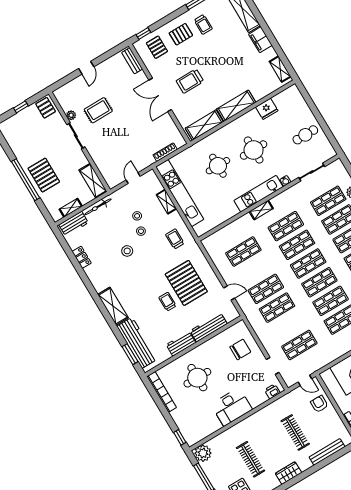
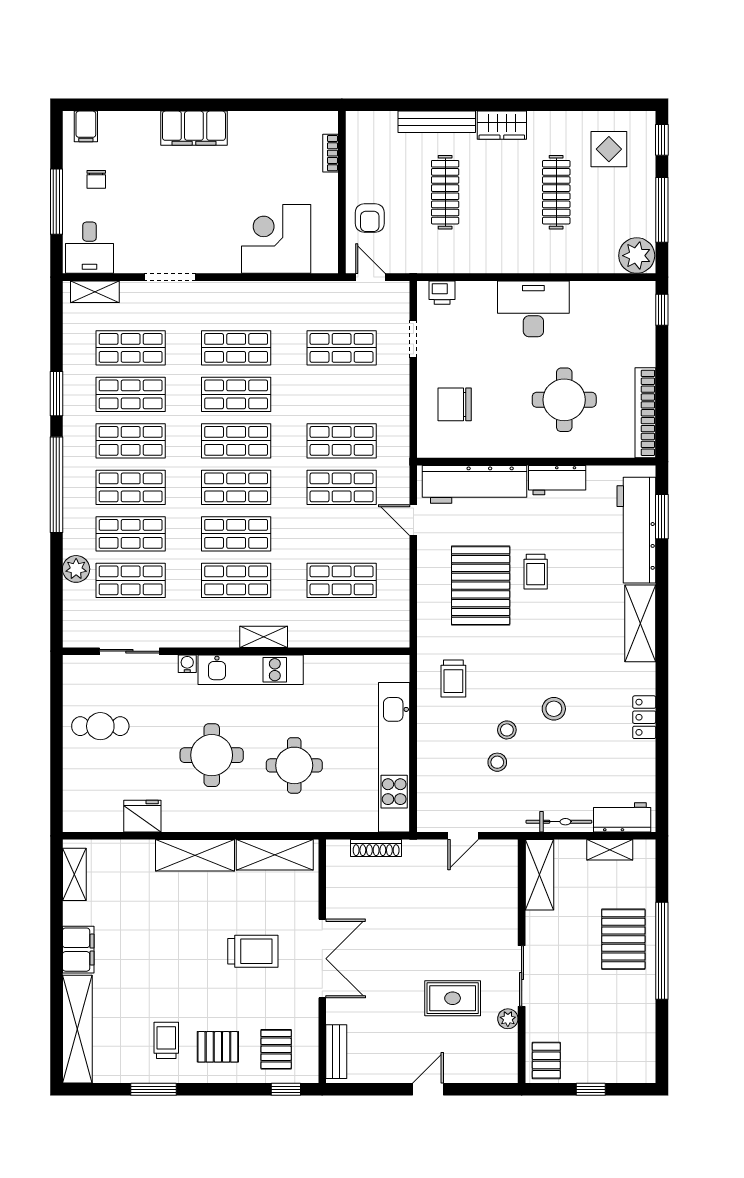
shelving: (166, 202) -> (428, 756), removed
locker: (82, 257) -> (644, 717), moved
workbench: (209, 327) -> (474, 484), width x1.36, depth x1.32
bench: (327, 452) -> (437, 122), moved

